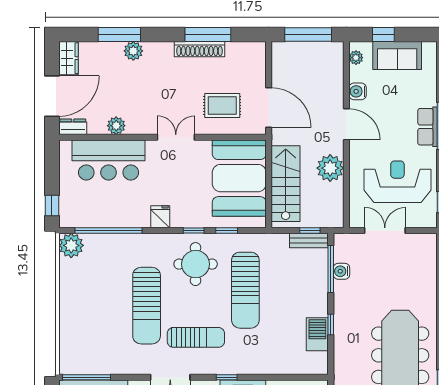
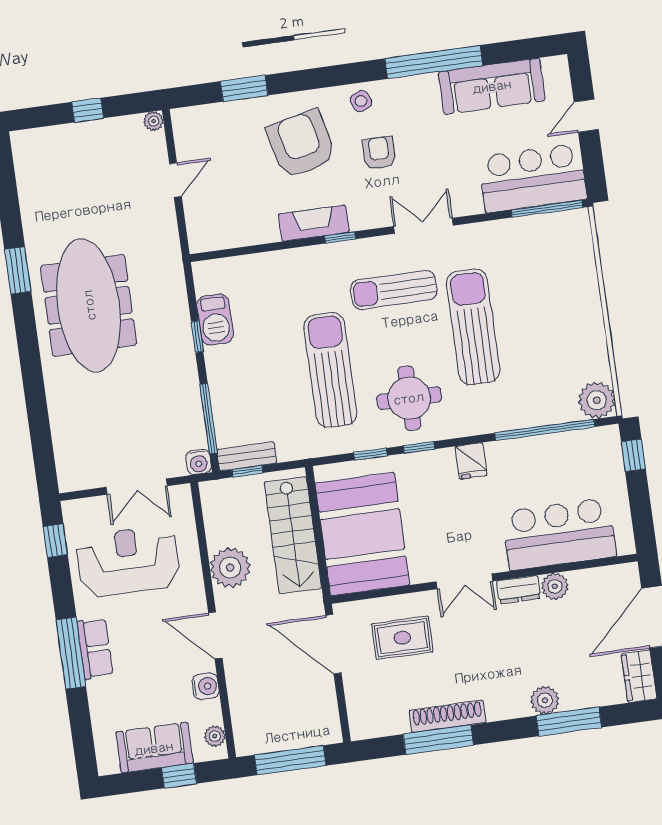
dresser: (73, 127) -> (519, 590), moved
reception desk: (397, 182) -> (128, 561), turned 180
water cooler: (341, 271) -> (199, 462), moved, turned 90

